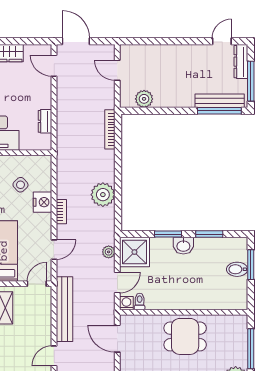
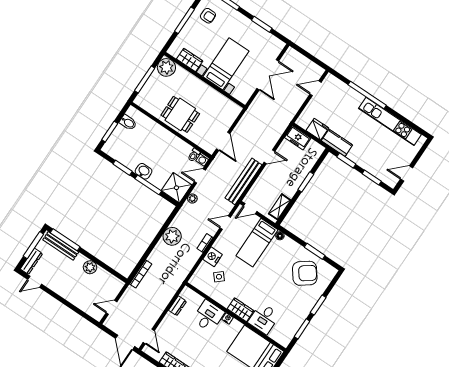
door: (117, 70) -> (111, 307), swing flipped
plant: (144, 99) -> (90, 267), moved
window: (168, 234) -> (148, 185), width x1.44
bidet: (237, 269) -> (128, 123), moved

